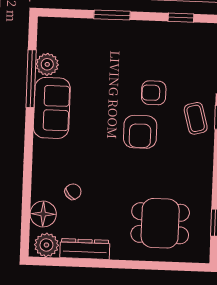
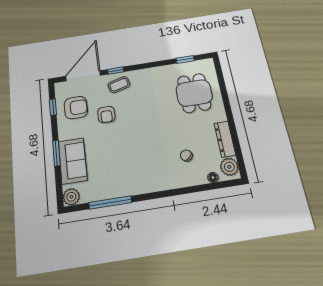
plant: (47, 64) -> (71, 197), moved
sofa: (52, 108) -> (73, 161), moved, turned 90
armchair: (140, 132) -> (76, 108), moved
floor lamp: (43, 214) -> (213, 177), width x0.53, depth x0.53

